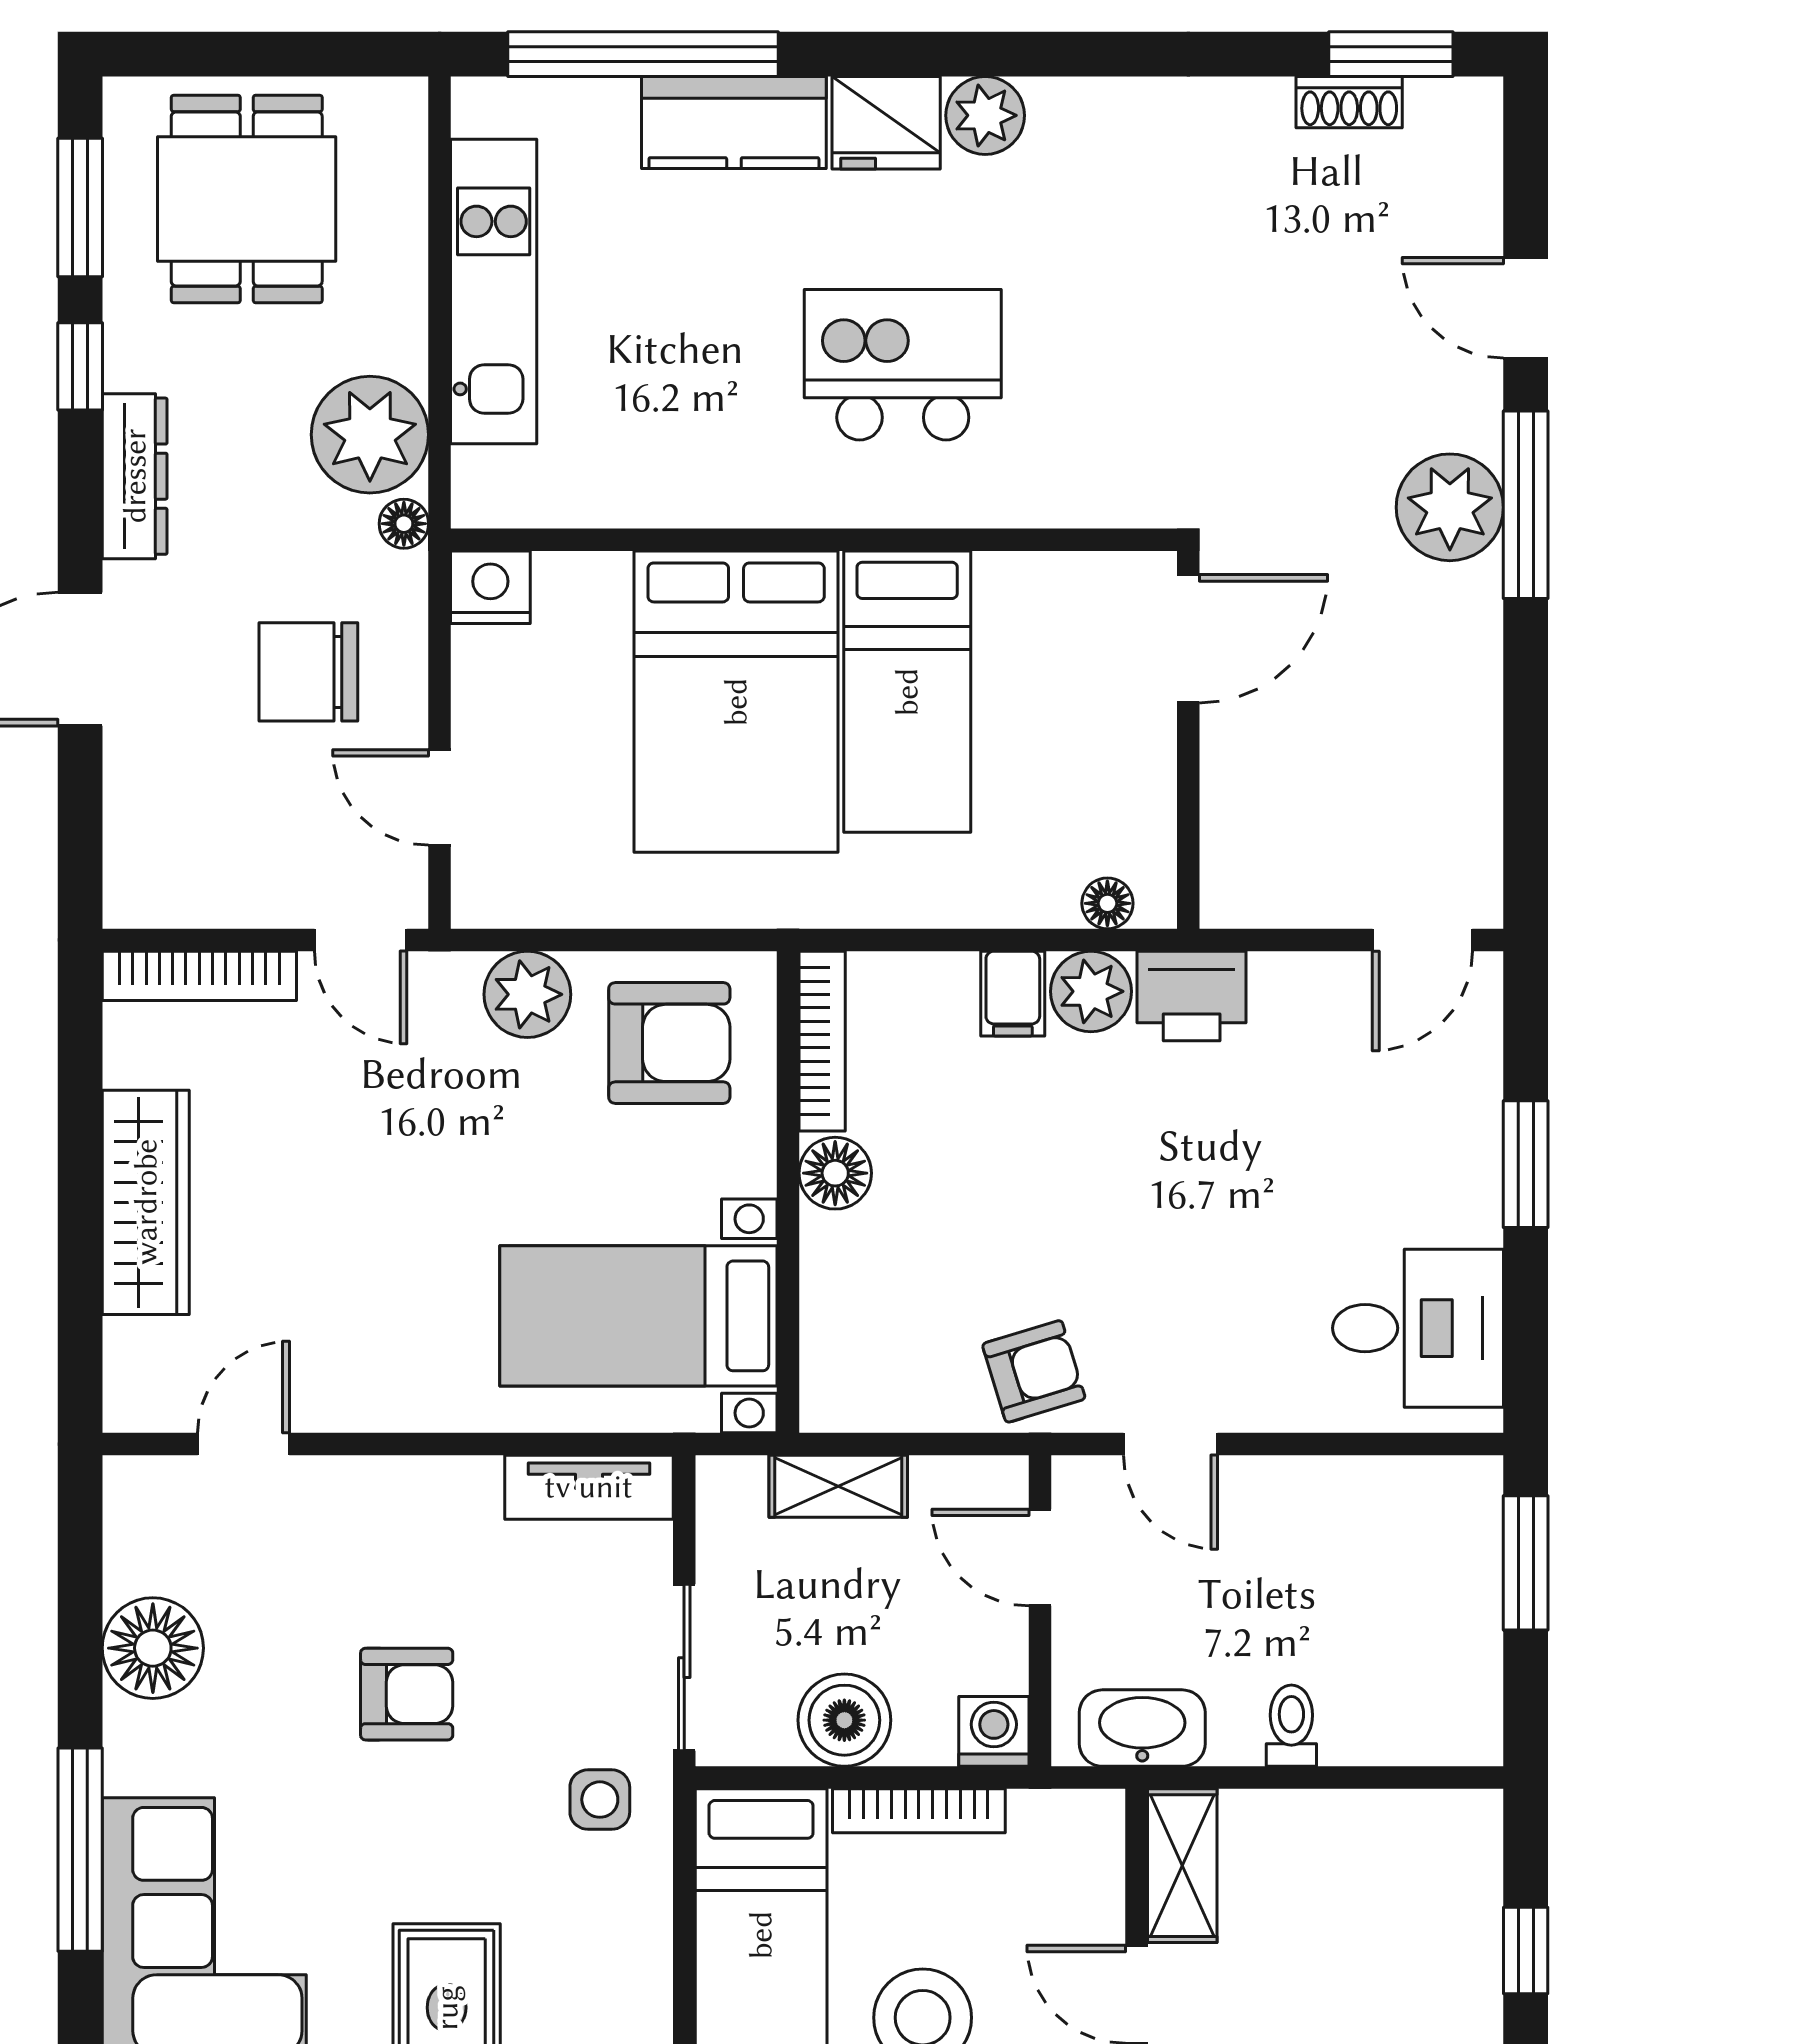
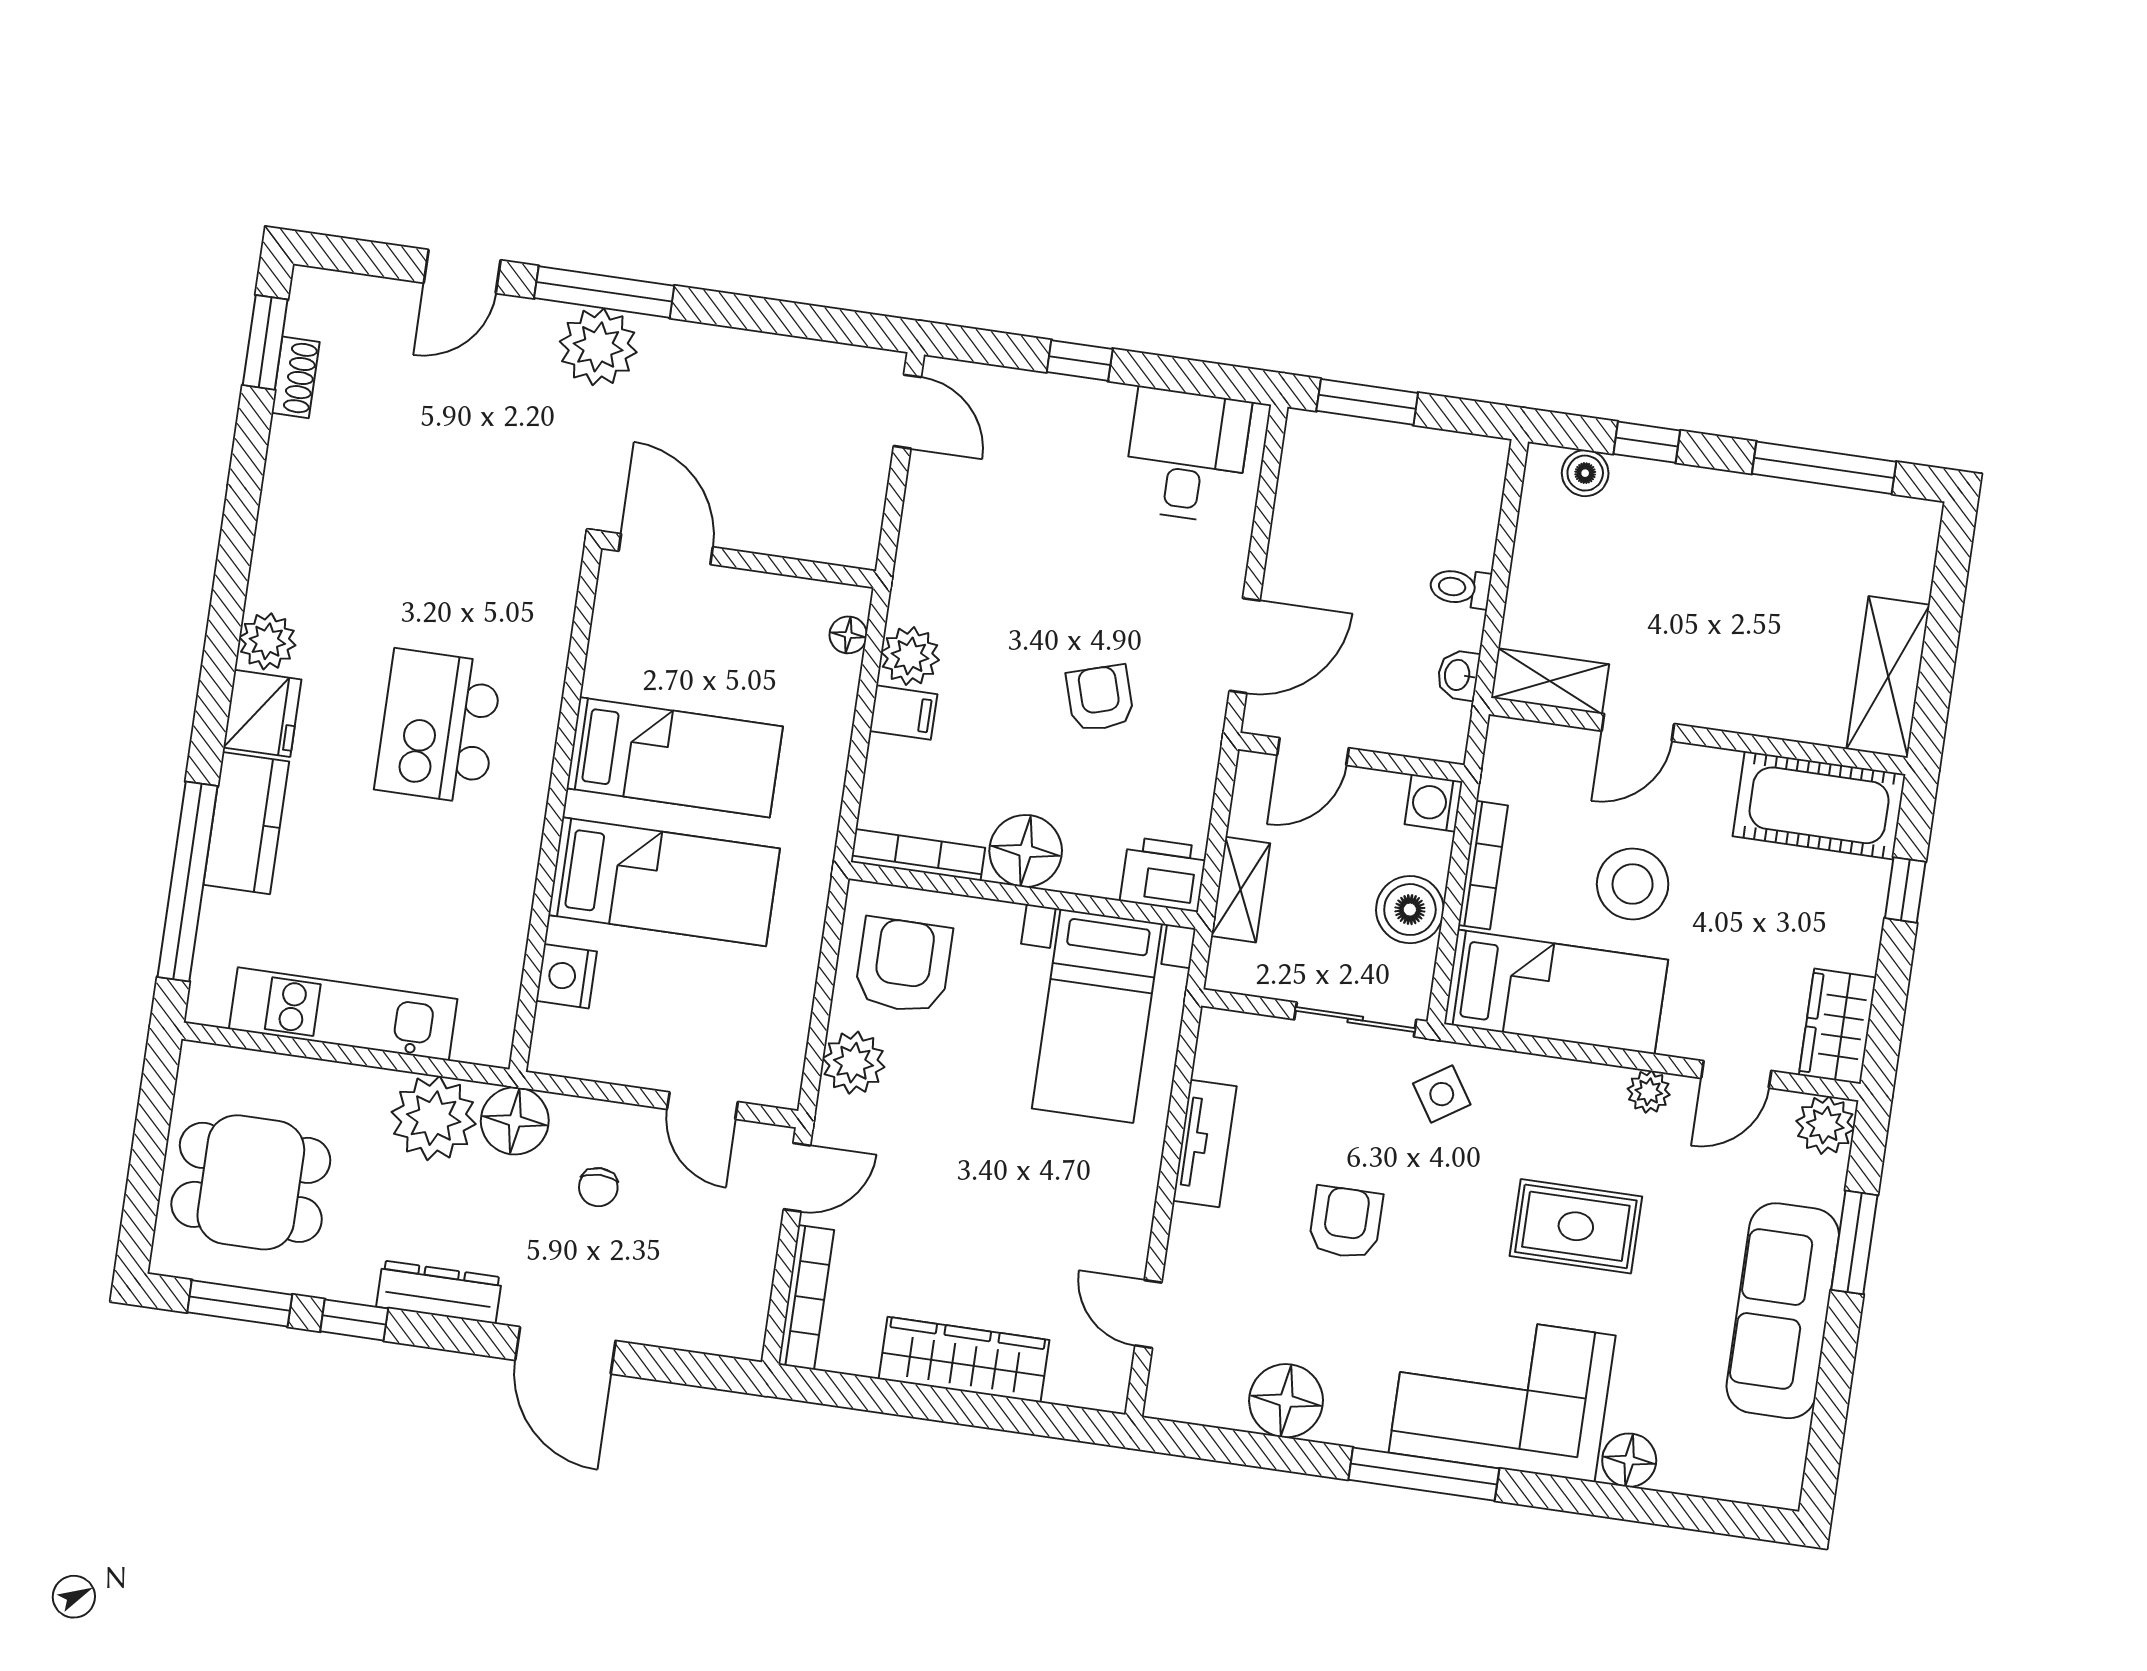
floor lamp: (404, 524) -> (515, 1121), width x1.89, depth x1.89
nightstand: (490, 587) -> (566, 976), moved
chair: (308, 672) -> (598, 1187), width x0.54, depth x0.54
bed: (736, 702) -> (664, 882), width x0.67
door: (440, 797) -> (702, 1106), hinge flipped
printer: (1192, 996) -> (1164, 874), moved, turned -90
window: (1526, 1164) -> (1080, 360), width x0.67
floor lamp: (835, 1173) -> (1026, 851), width x1.38, depth x1.38
armchair: (1034, 1371) -> (1100, 698), moved
door: (1170, 1444) -> (1245, 646), width x1.38
tv unit: (589, 1487) -> (1205, 1143), moved
washbasin: (1142, 1728) -> (1458, 675), width x0.52, depth x0.69
side table: (600, 1800) -> (1442, 1094), turned -33
boiler: (1472, 1873) -> (1585, 473), added

